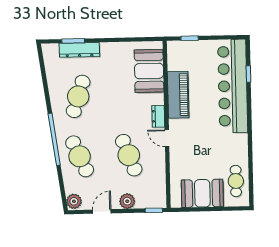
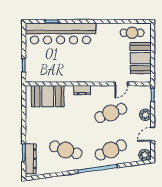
dresser: (79, 50) -> (31, 159), moved
piano: (178, 95) -> (66, 75), removed
door: (167, 138) -> (121, 84), moved
door: (102, 211) -> (153, 134), hinge flipped

